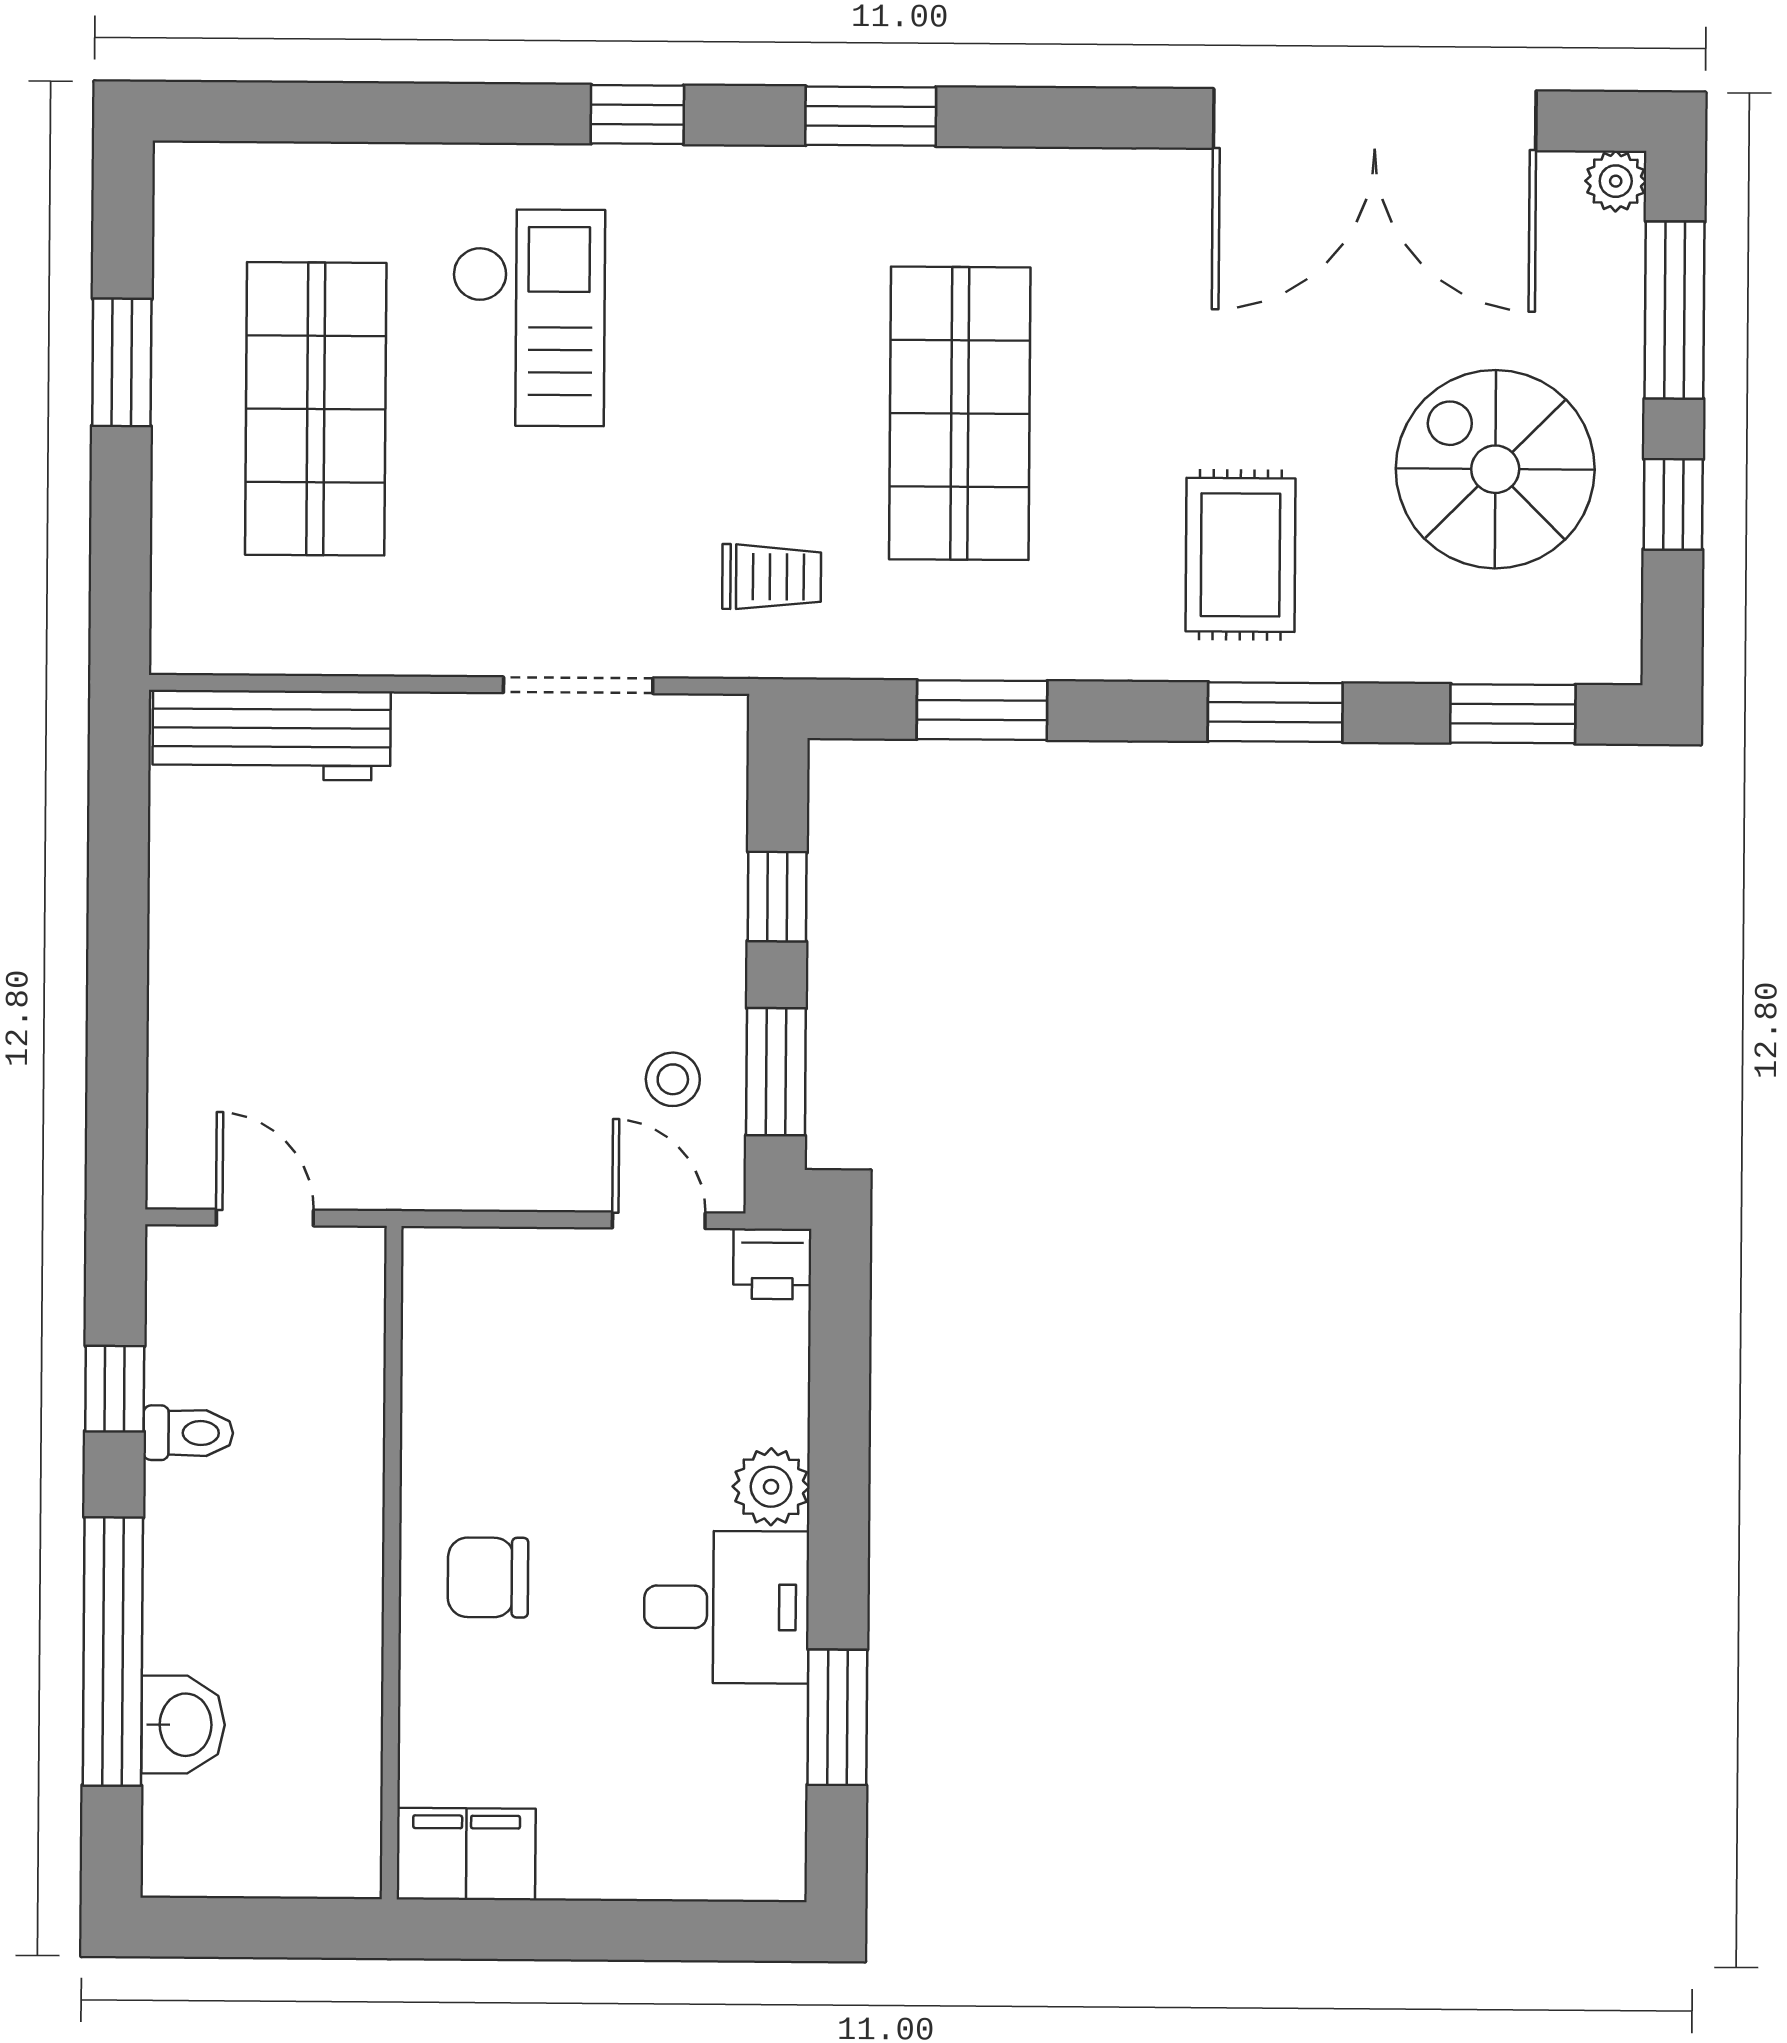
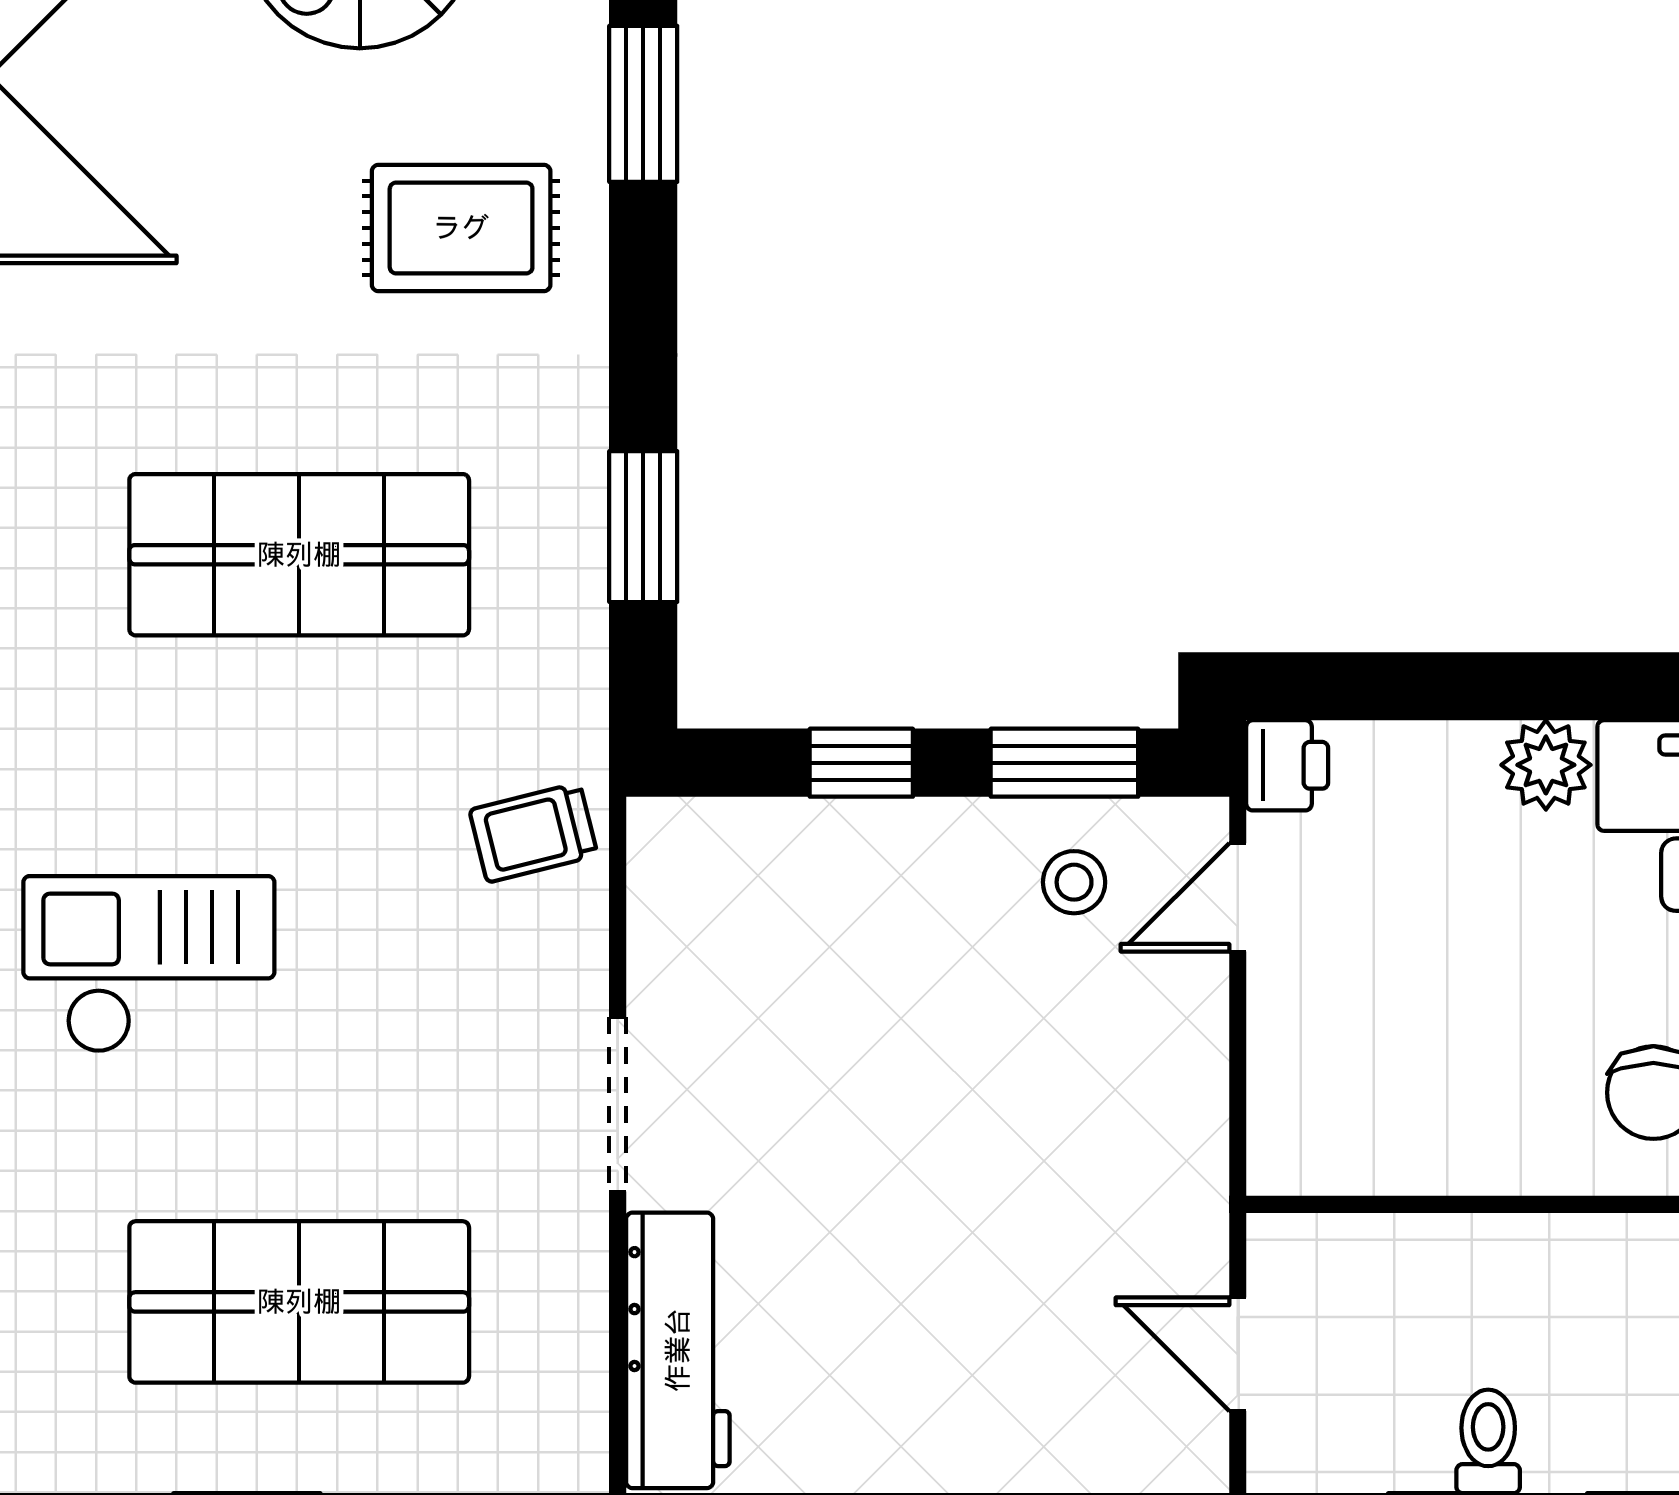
checkout: (528, 318) -> (149, 964), moved
trolley: (772, 577) -> (533, 833), moved, turned -104
doorway: (578, 685) -> (618, 1104), moved
window: (1275, 712) -> (643, 104), moved
door: (265, 1218) -> (1238, 1354), hinge flipped

